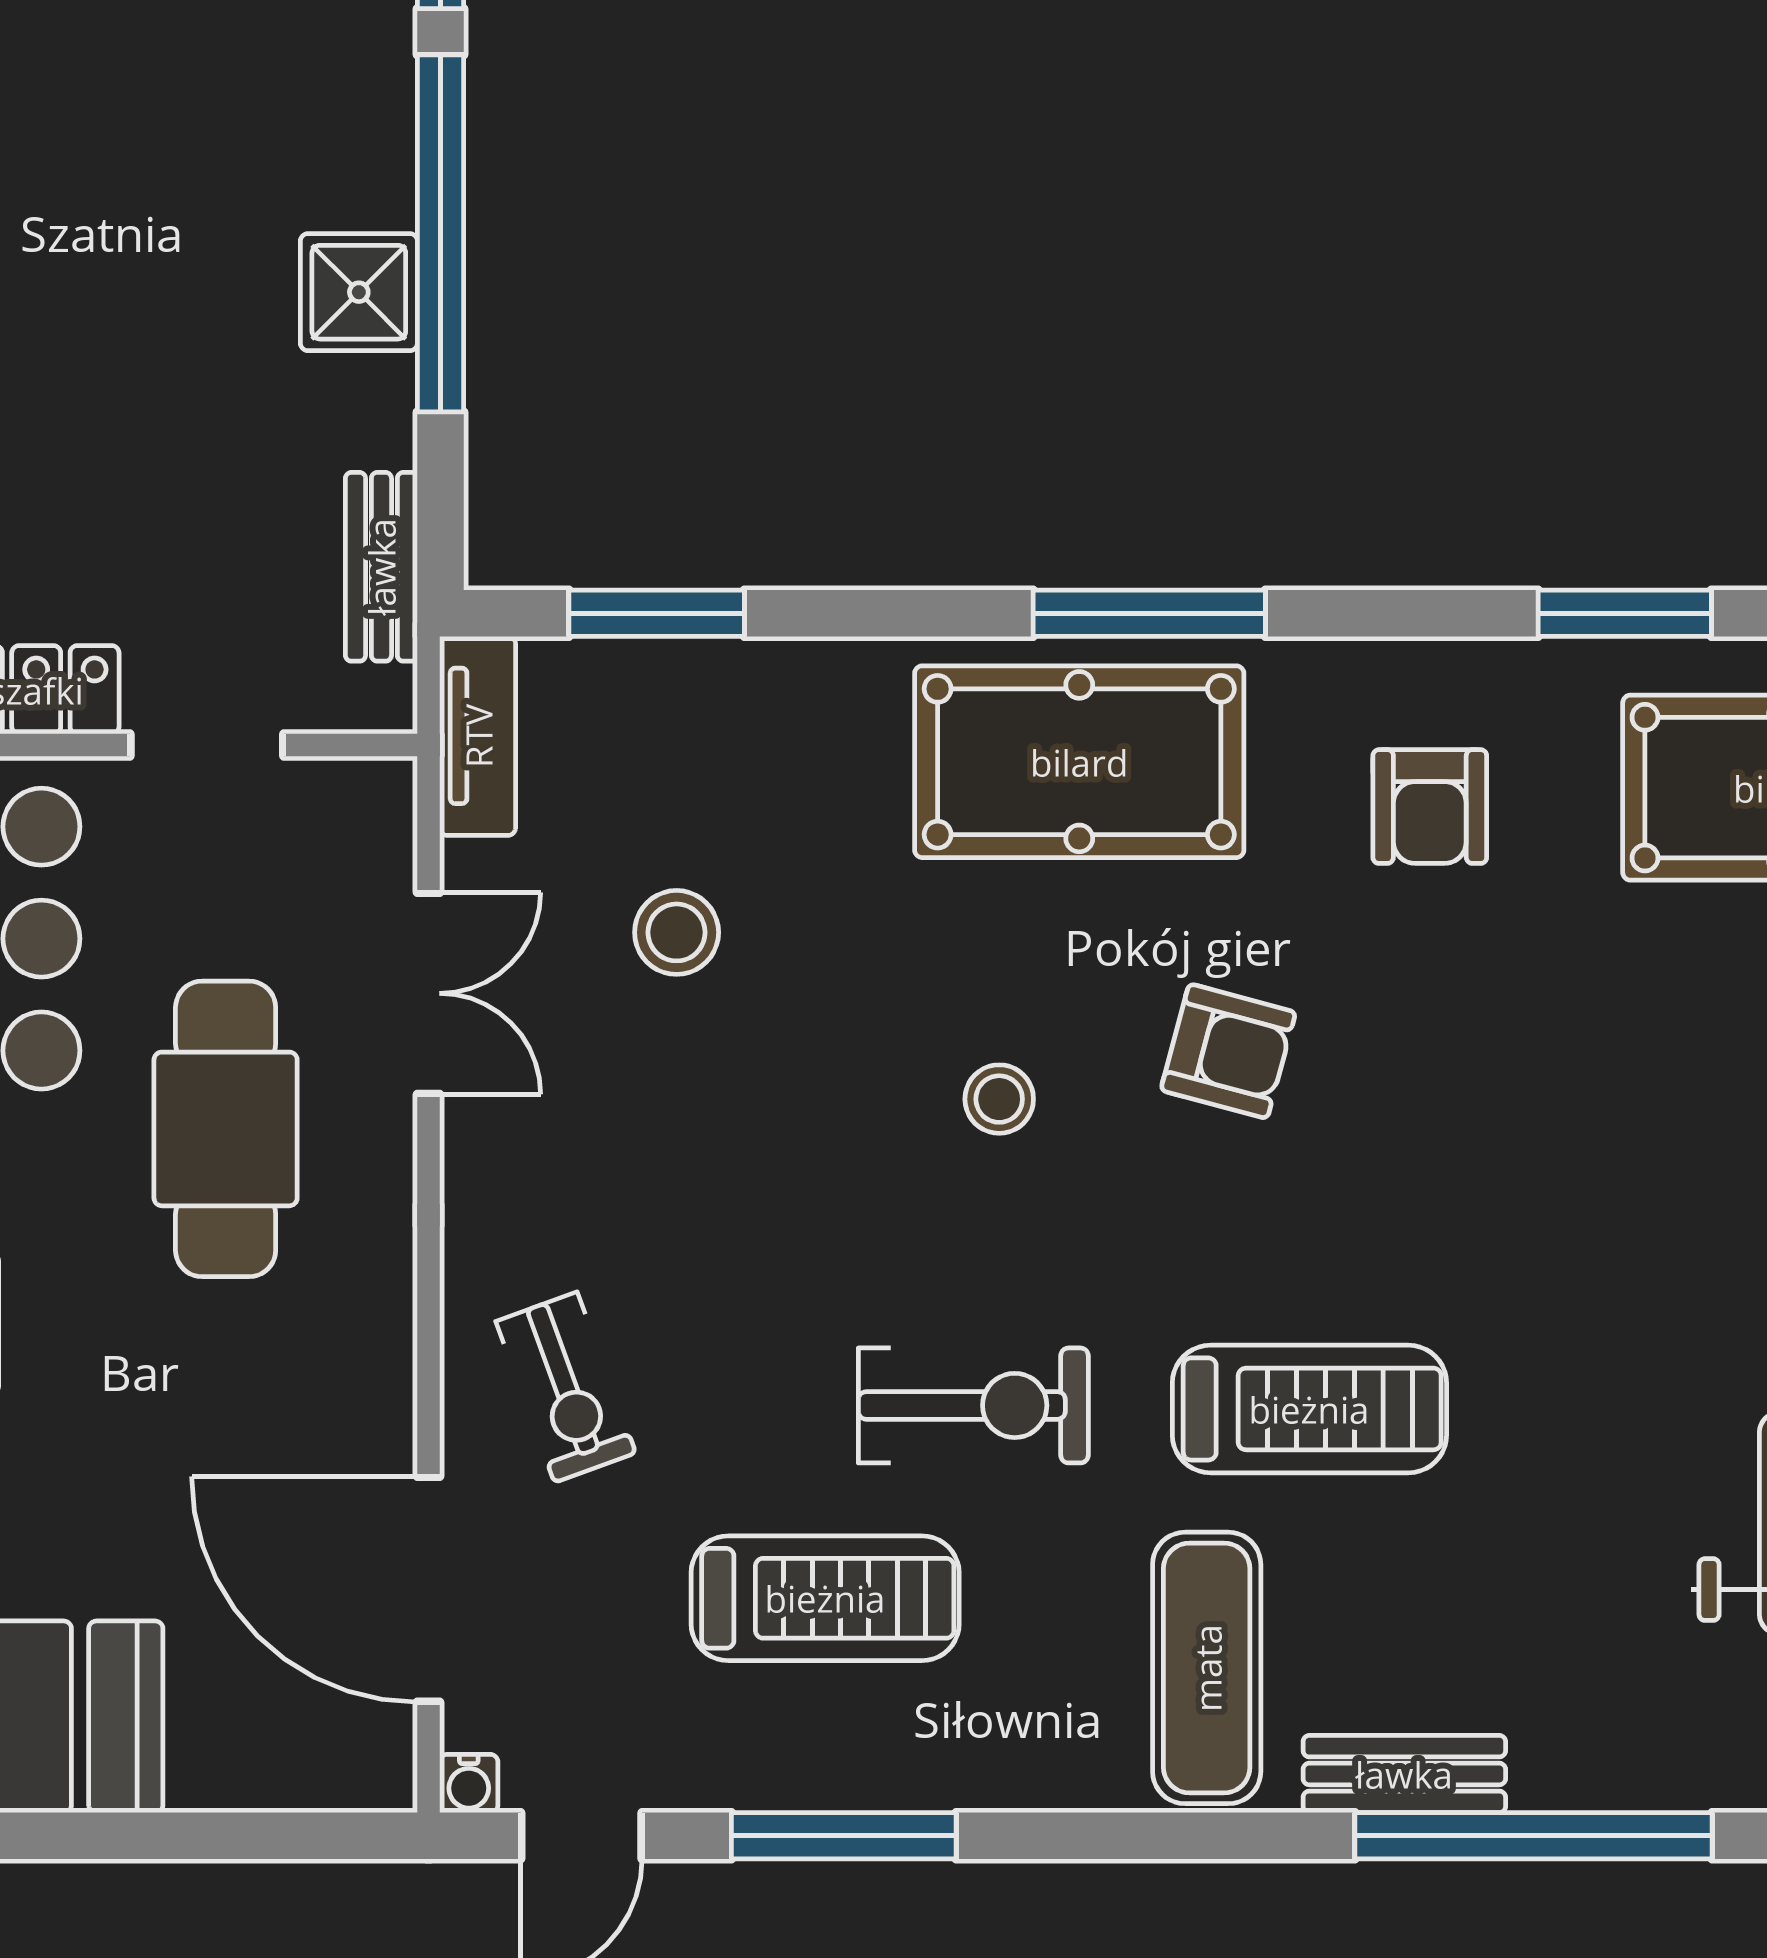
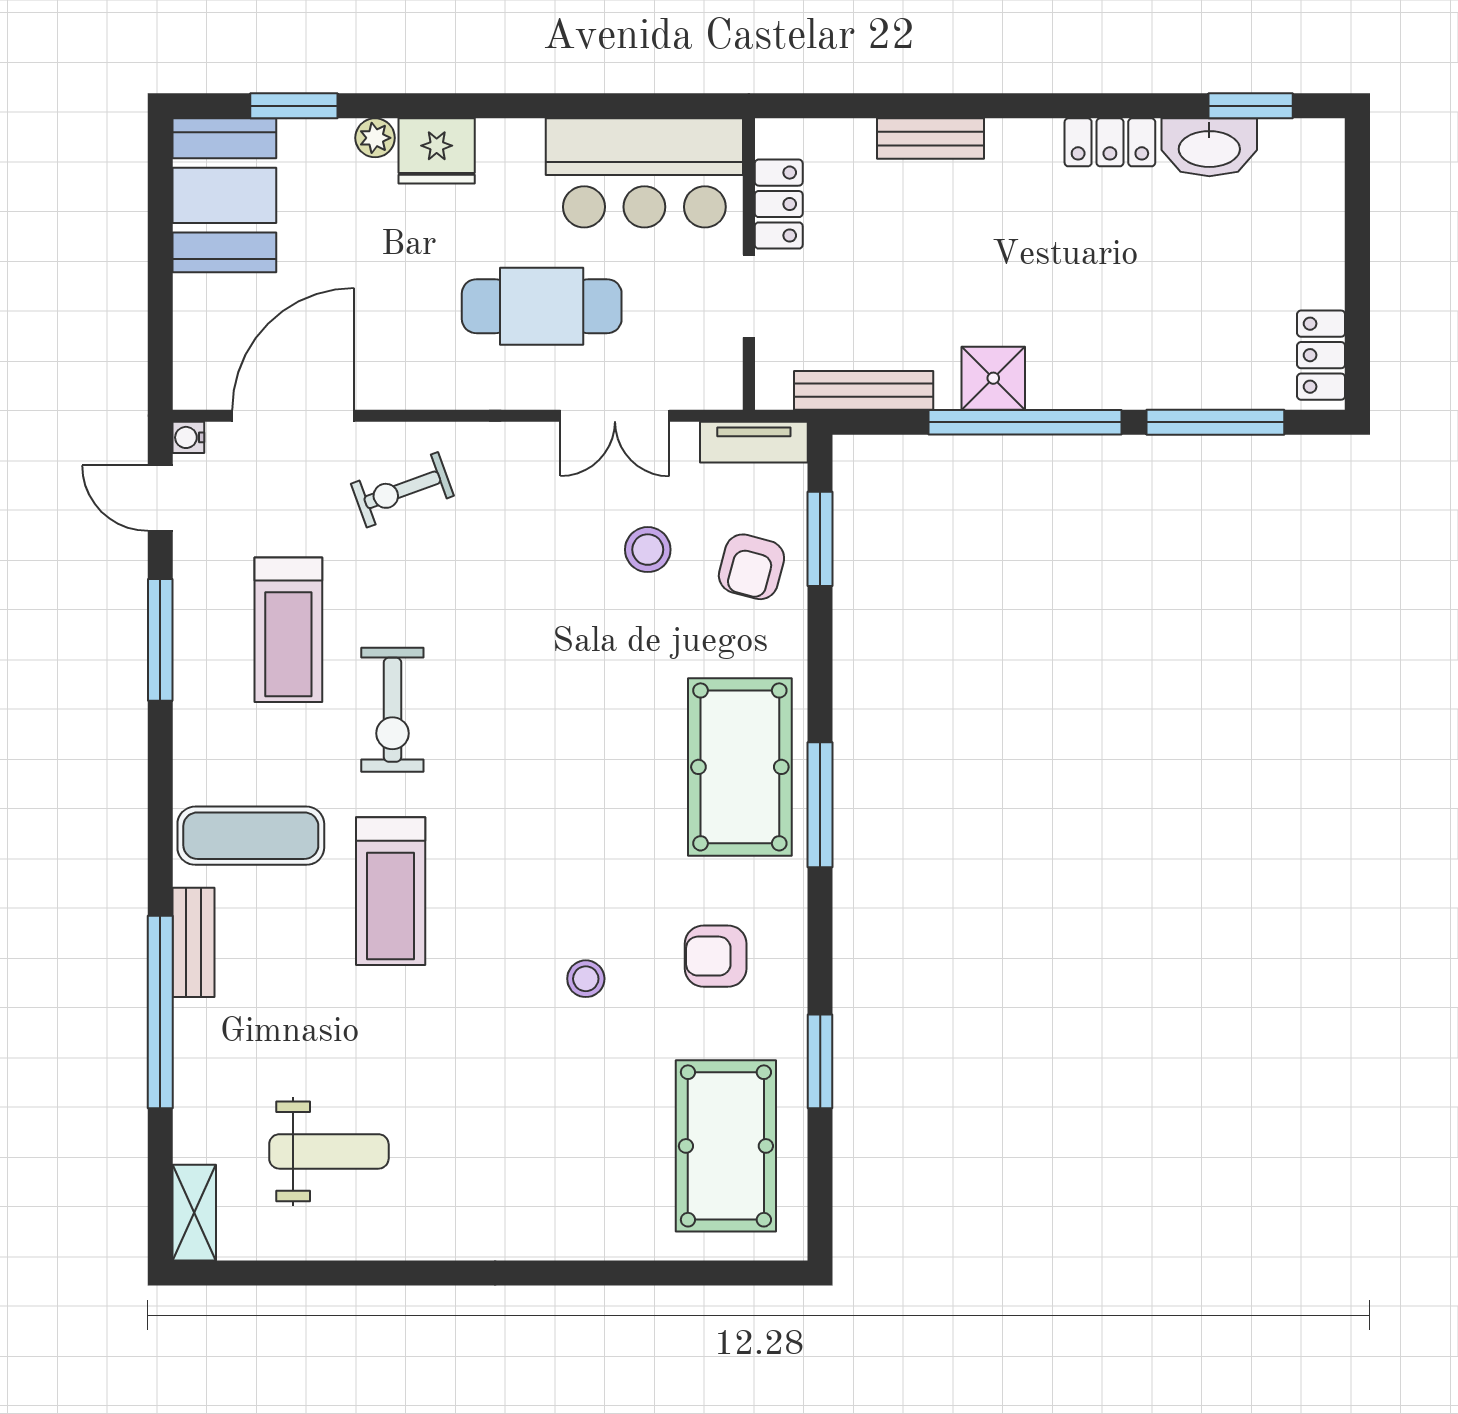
bench: (381, 567) -> (864, 390), width x1.36
armchair: (1228, 1051) -> (751, 567), moved
stool: (999, 1099) -> (586, 979), moved

